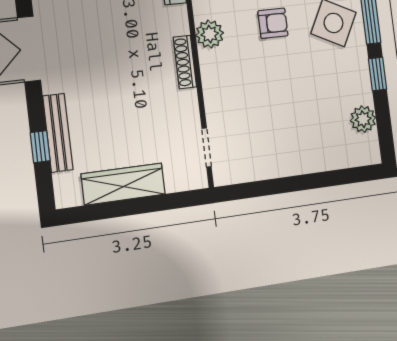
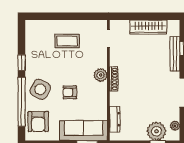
plant: (210, 34) -> (101, 75), moved
plant: (363, 119) -> (32, 42), removed
coffee table: (292, 131) -> (67, 41), added

